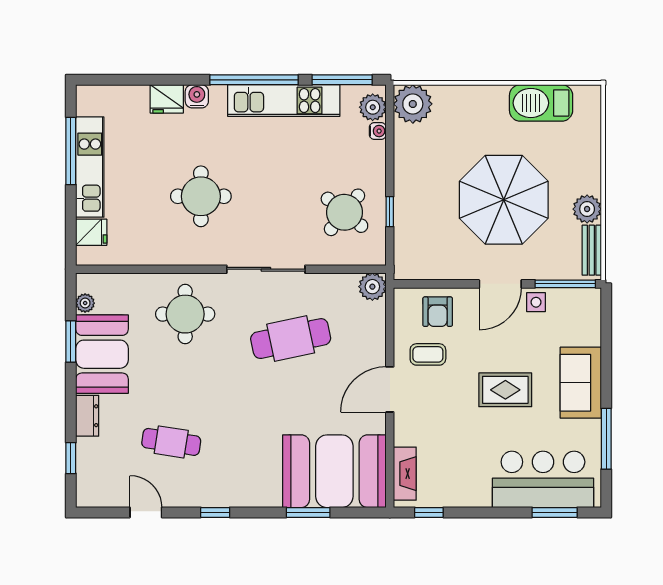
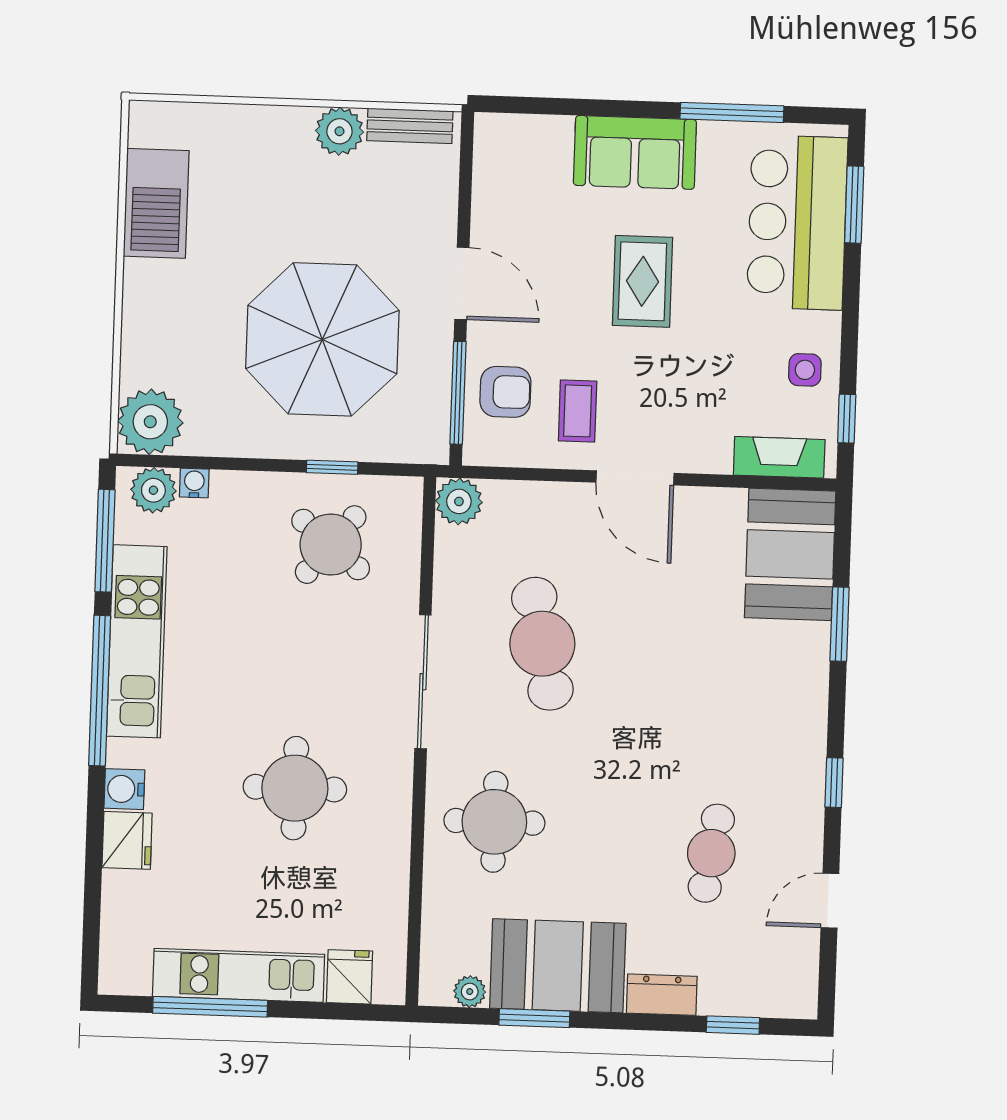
parasol: (504, 200) -> (322, 339), moved
window: (565, 284) -> (458, 393), moved
side table: (536, 302) -> (805, 370), moved
booth: (334, 471) -> (790, 554), width x0.73, depth x0.70

